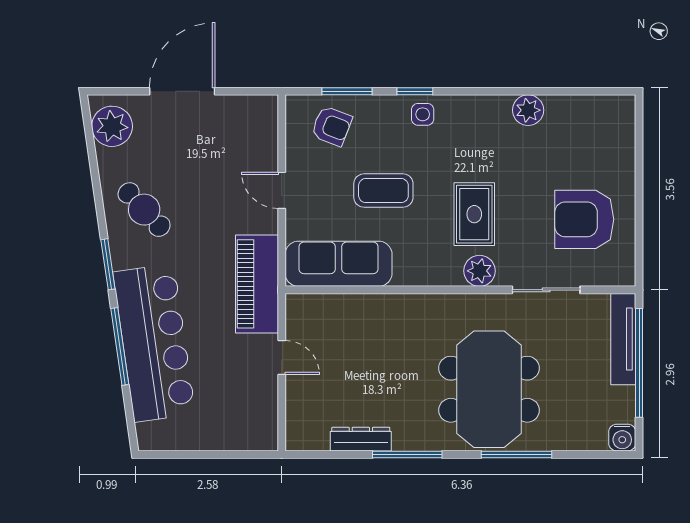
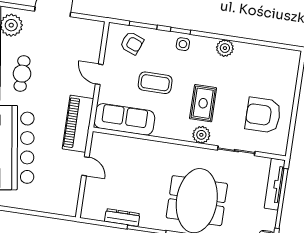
plant: (528, 110) -> (225, 48), moved
cafe table: (144, 210) -> (22, 74), turned 43

